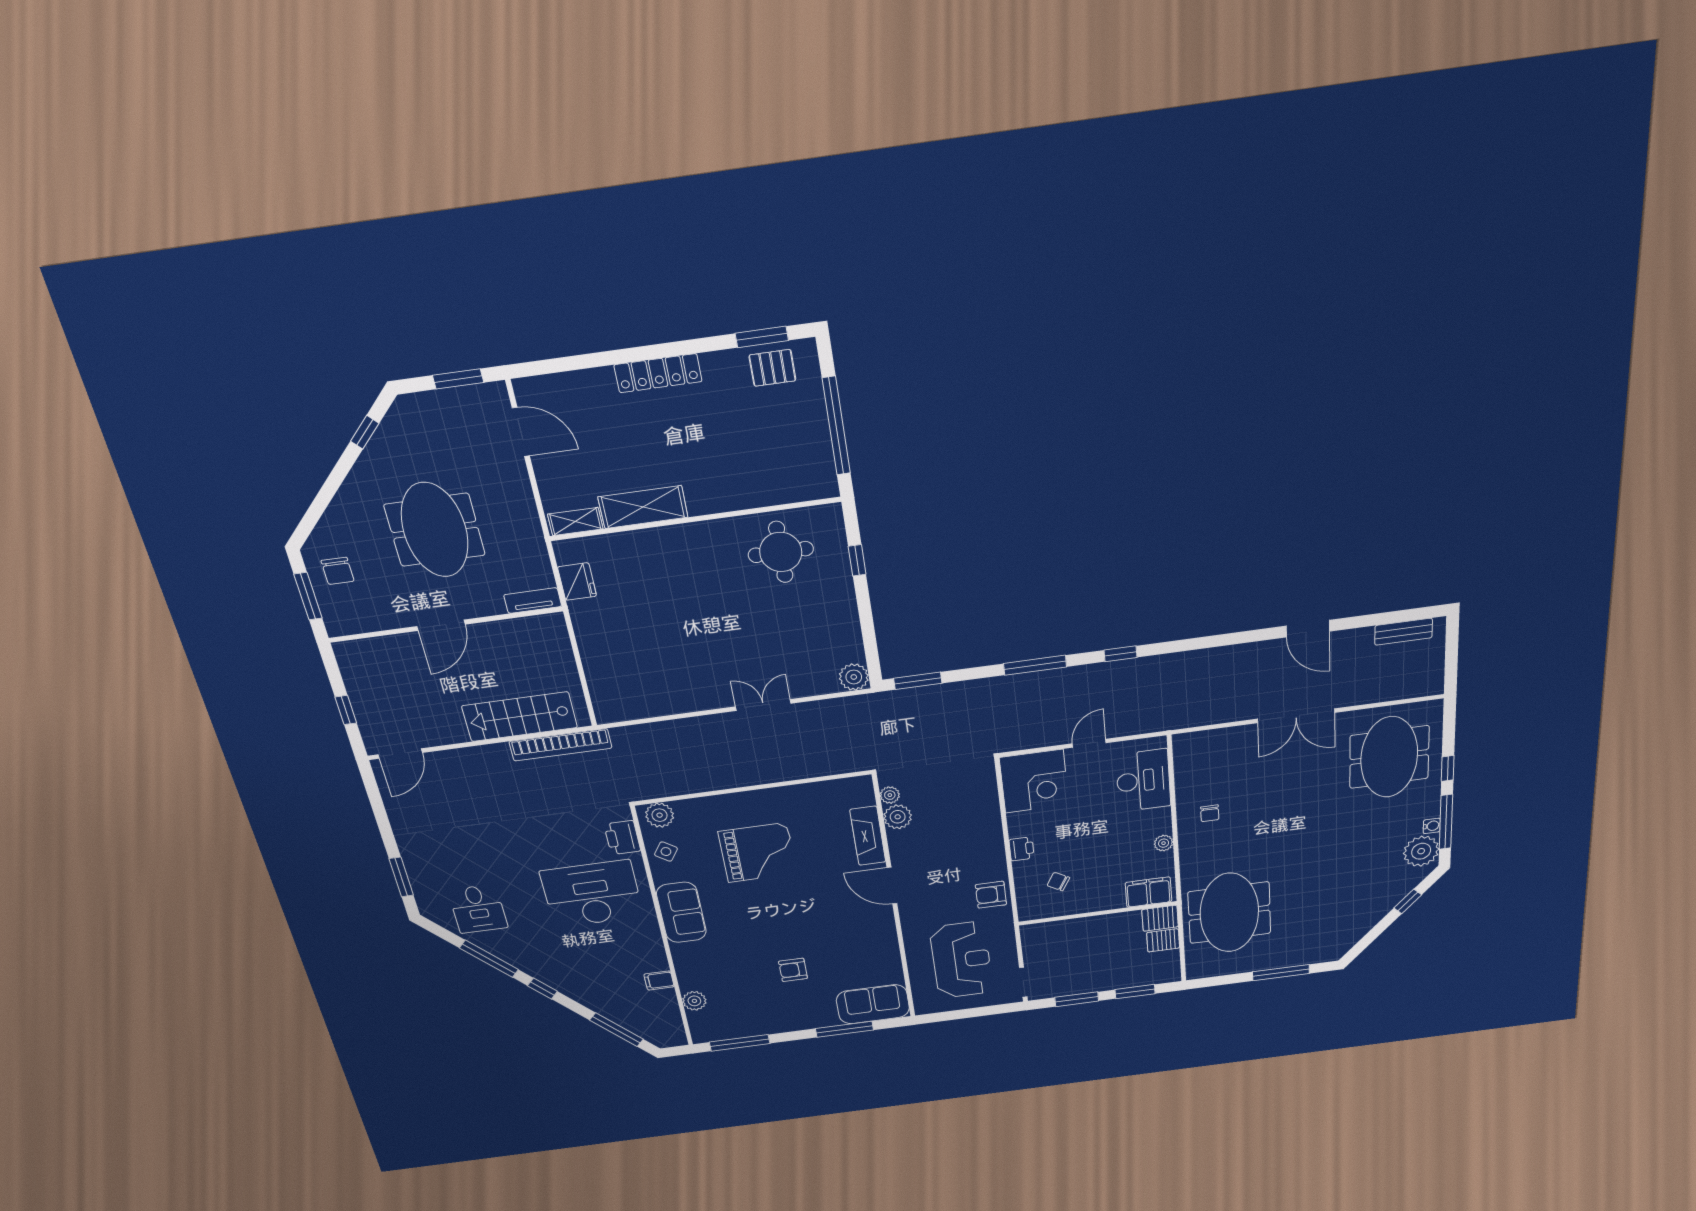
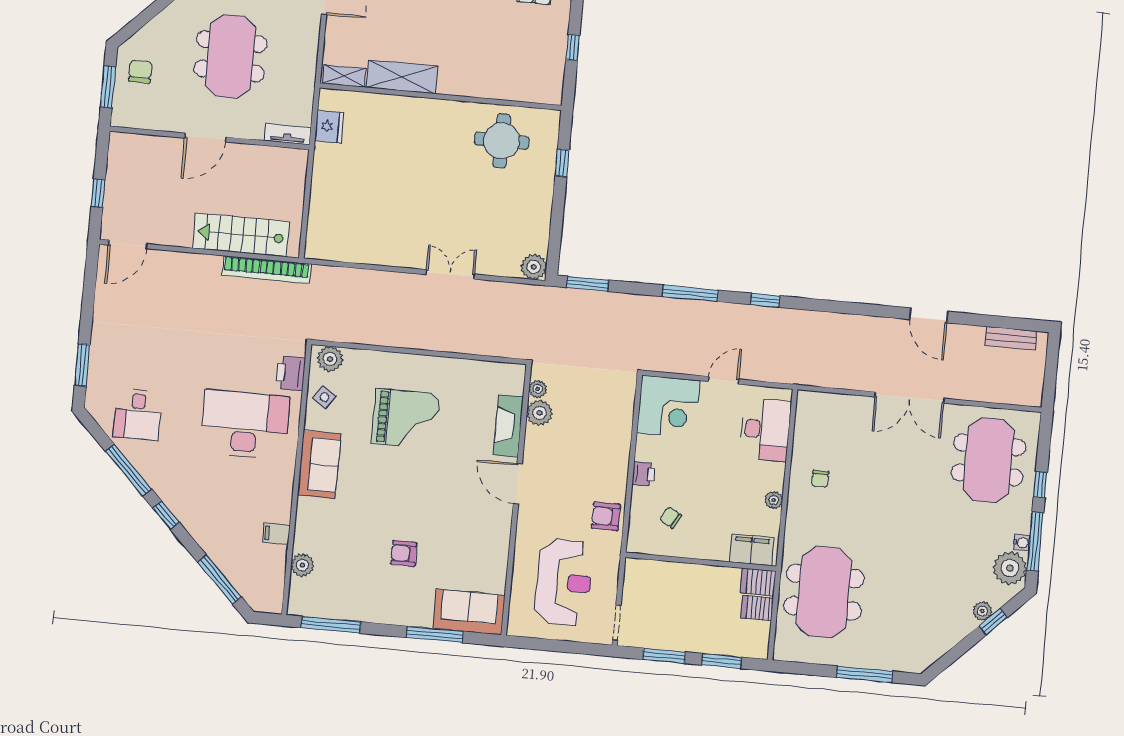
window: (836, 426) -> (573, 48), width x0.32
chair: (338, 571) -> (140, 72), turned 180
plant: (1396, 895) -> (982, 611), added

